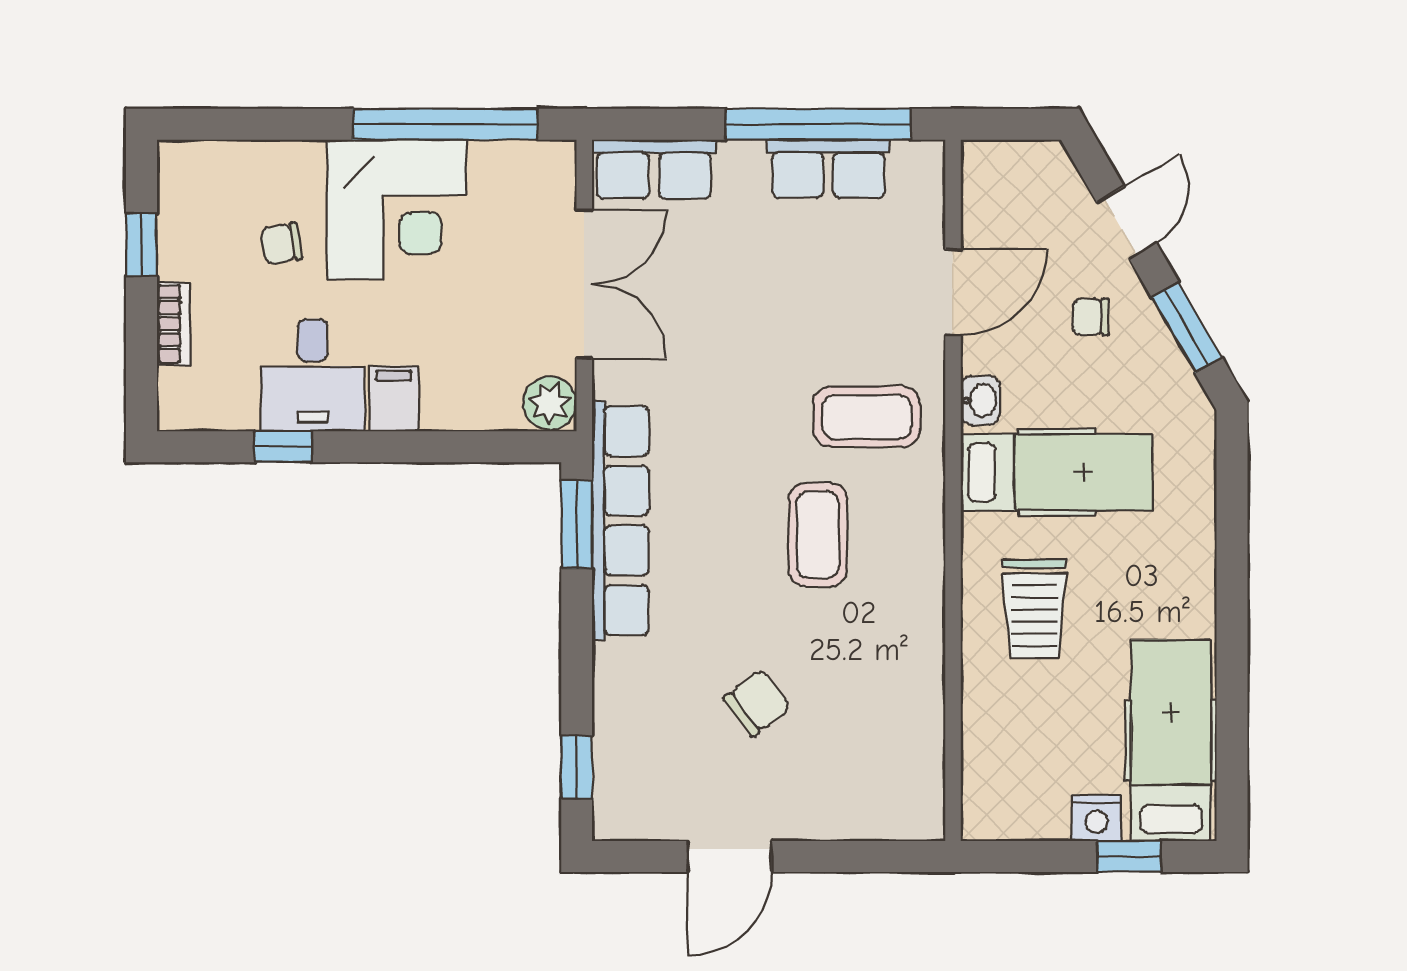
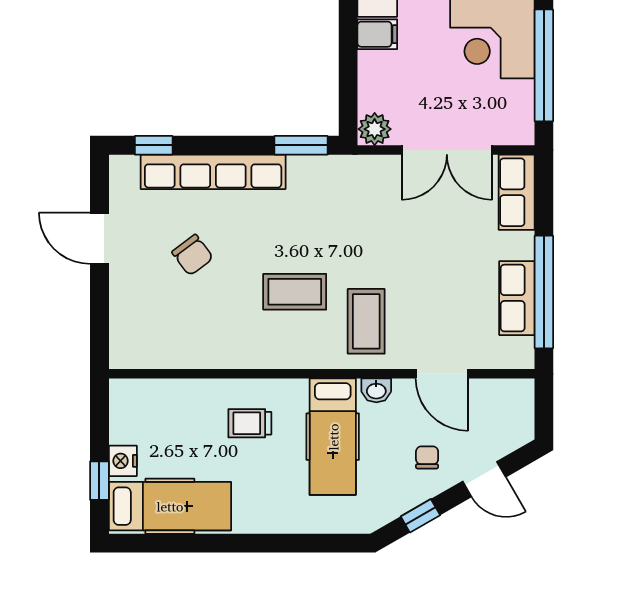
window: (1187, 328) -> (420, 516), width x0.67
row of seats: (620, 521) -> (213, 172), moved
trolley: (1034, 609) -> (250, 423), width x0.73, depth x0.72

